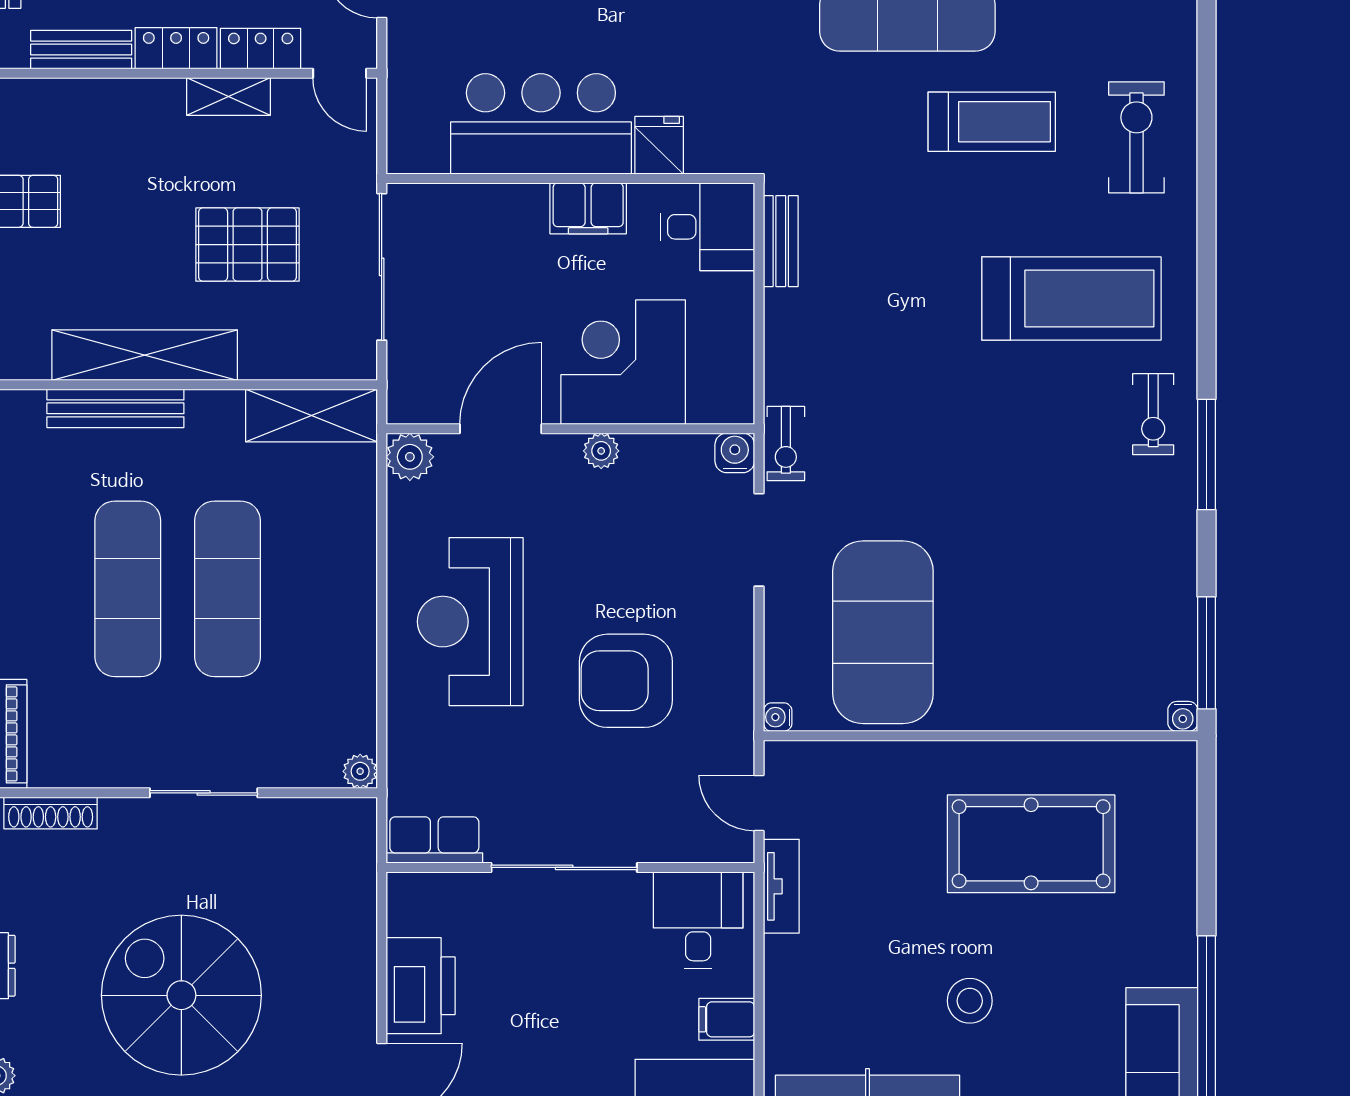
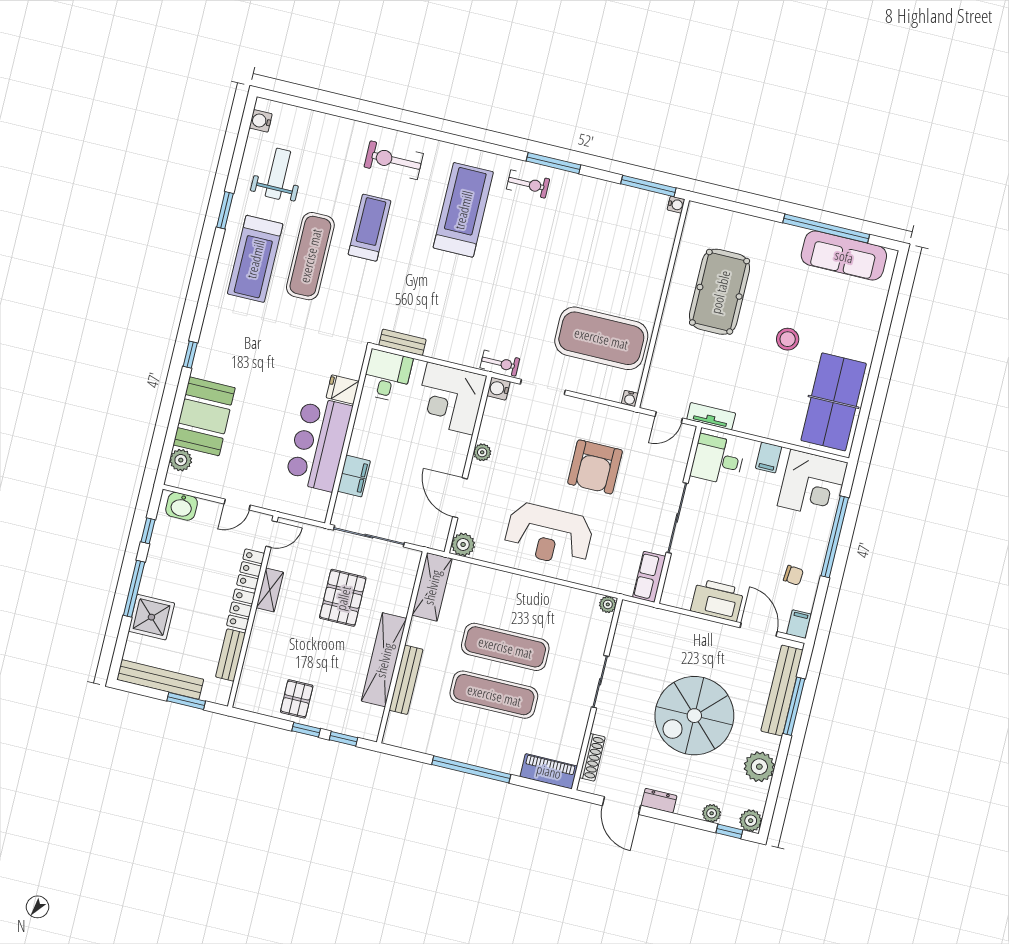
filing cabinet: (588, 208) -> (354, 476), moved
corner desk: (623, 362) -> (450, 398), moved

